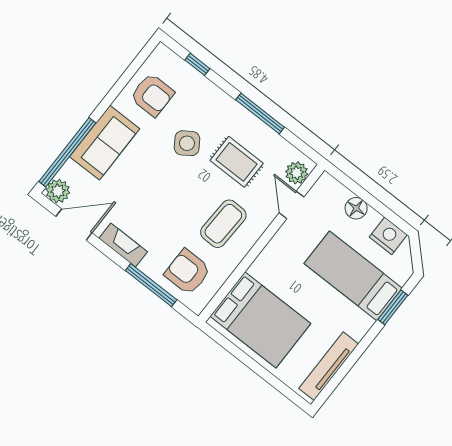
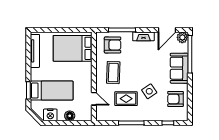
plant: (297, 173) -> (101, 112), removed

